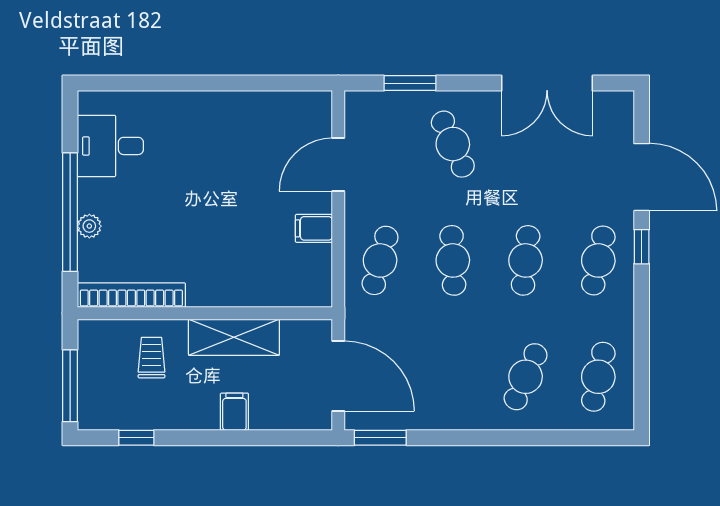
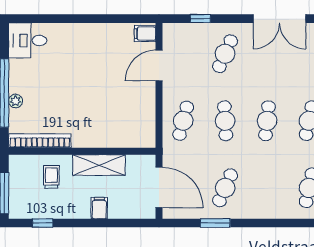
window: (410, 83) -> (200, 19), width x0.67
cafe table: (453, 144) -> (225, 54), turned 48
desk: (110, 146) -> (28, 40), moved
filing cabinet: (314, 228) -> (145, 34), moved
cafe table: (526, 377) -> (225, 188), moved
window: (380, 438) -> (215, 223), moved

